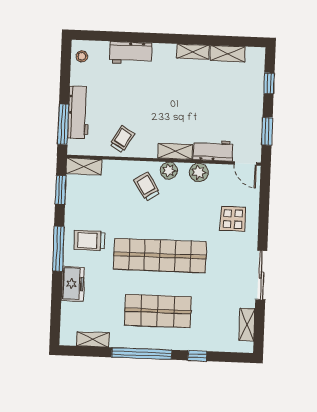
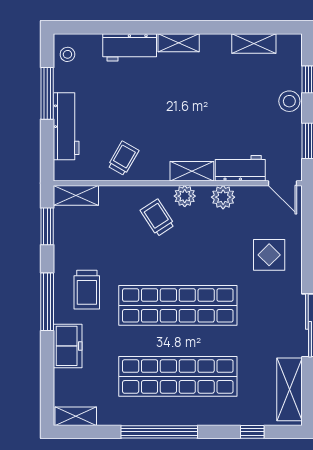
shelving: (193, 52) -> (179, 43), moved
stool: (253, 100) -> (289, 101), added
window: (63, 124) -> (47, 93), moved
trolley: (90, 240) -> (87, 290), turned -90
shop shelf: (158, 311) -> (178, 376), width x1.40
shelving: (247, 325) -> (290, 389), width x1.50, depth x1.33
shelving: (93, 339) -> (76, 416), moved
window: (197, 356) -> (252, 432), moved

